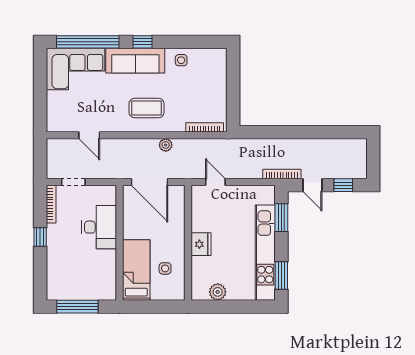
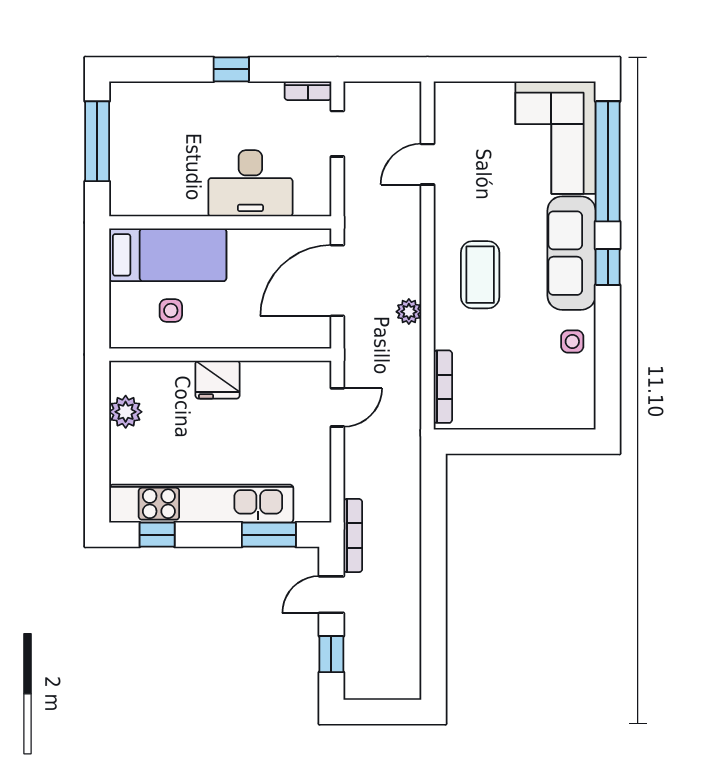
bookcase: (51, 204) -> (308, 91), width x0.64
window: (281, 276) -> (157, 535), width x0.67

